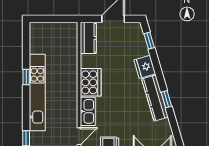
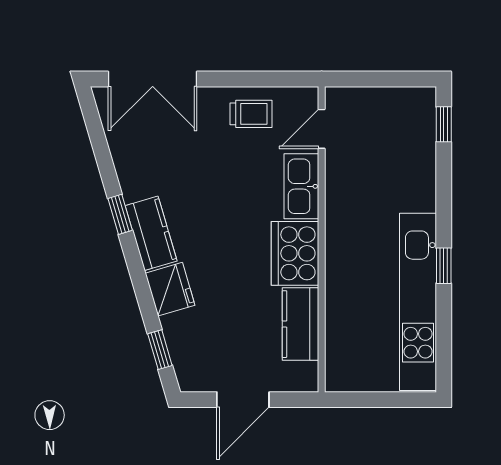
kitchen counter: (88, 38) -> (300, 324), moved
kitchen unit: (37, 92) -> (418, 302), moved
kitchen counter: (155, 98) -> (151, 233), width x0.67

